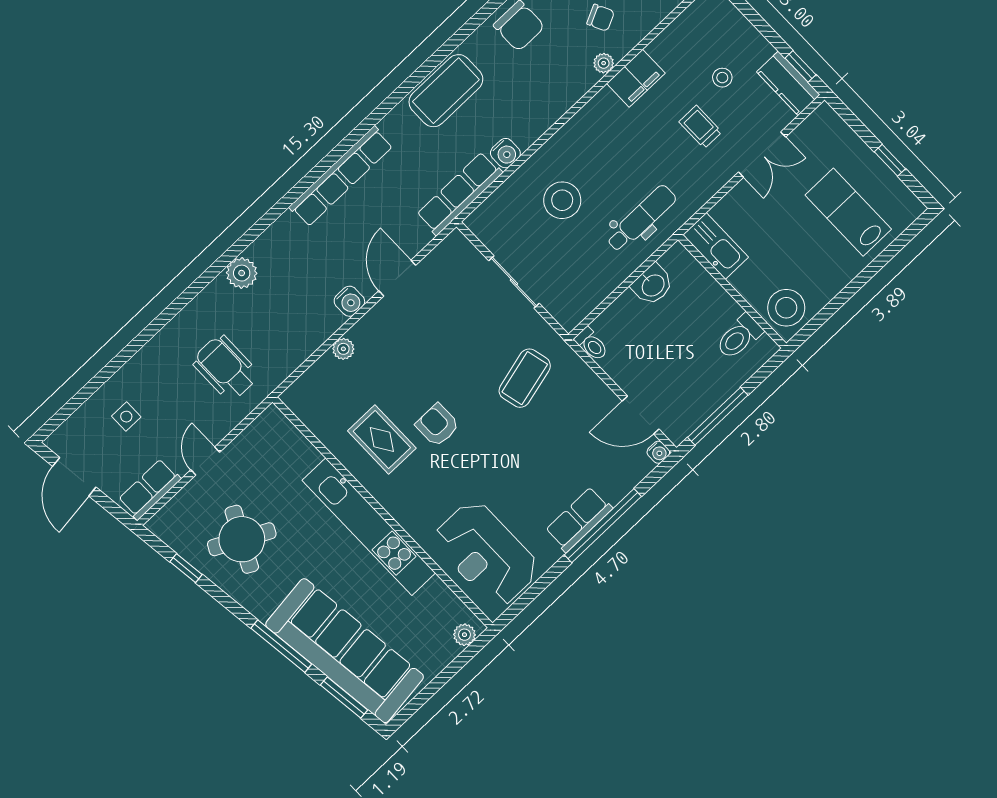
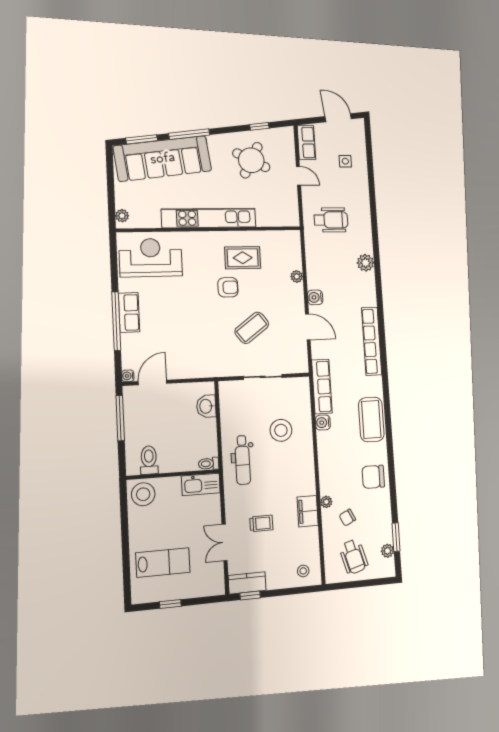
stool: (722, 78) -> (303, 571), moved
washbasin: (653, 285) -> (206, 406), moved
toilet: (591, 344) -> (209, 464), moved
coffee table: (525, 378) -> (252, 328), moved, turned 67

